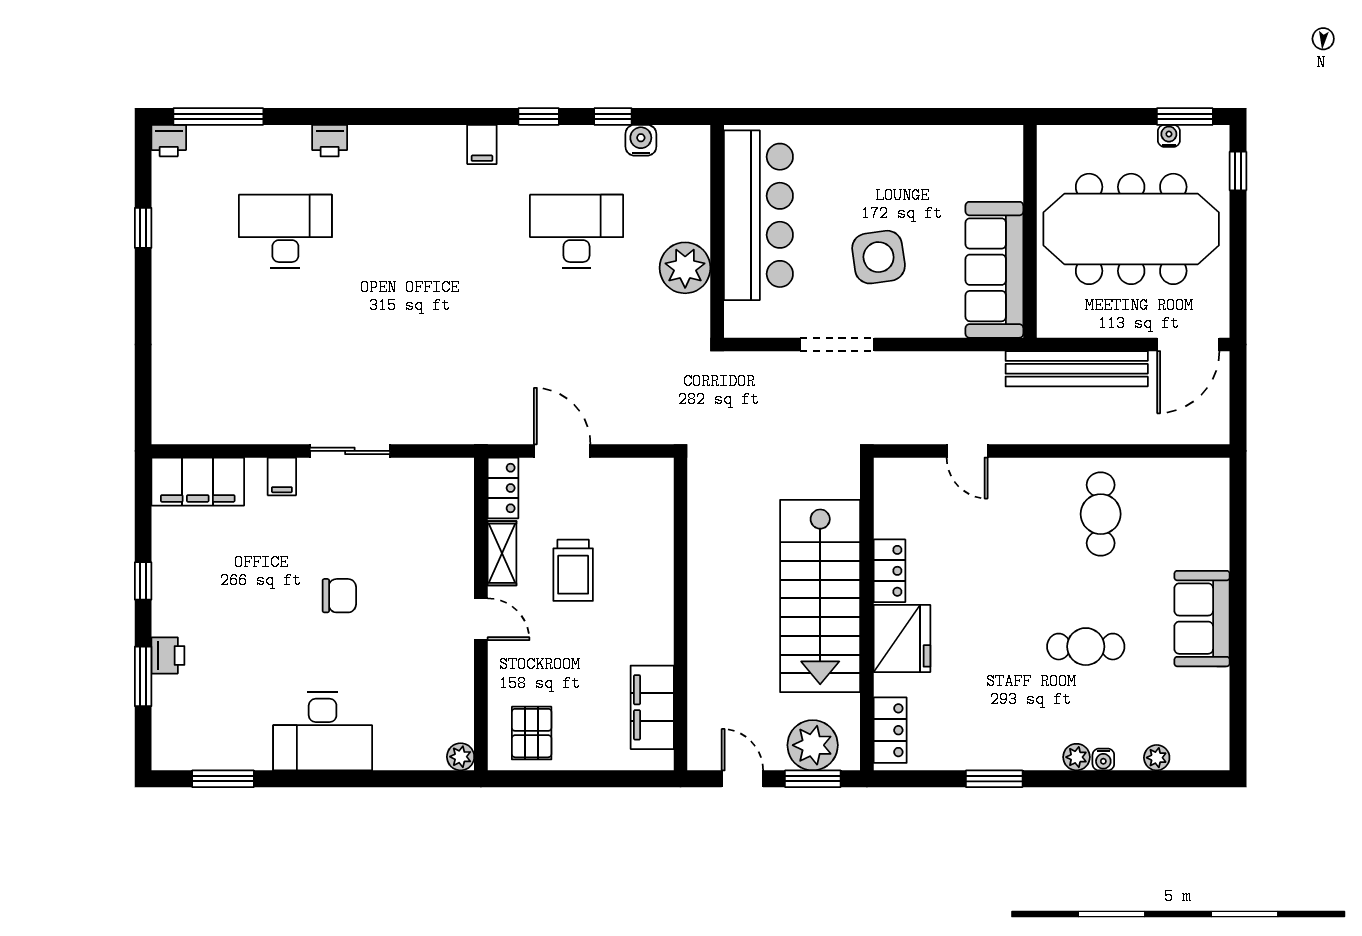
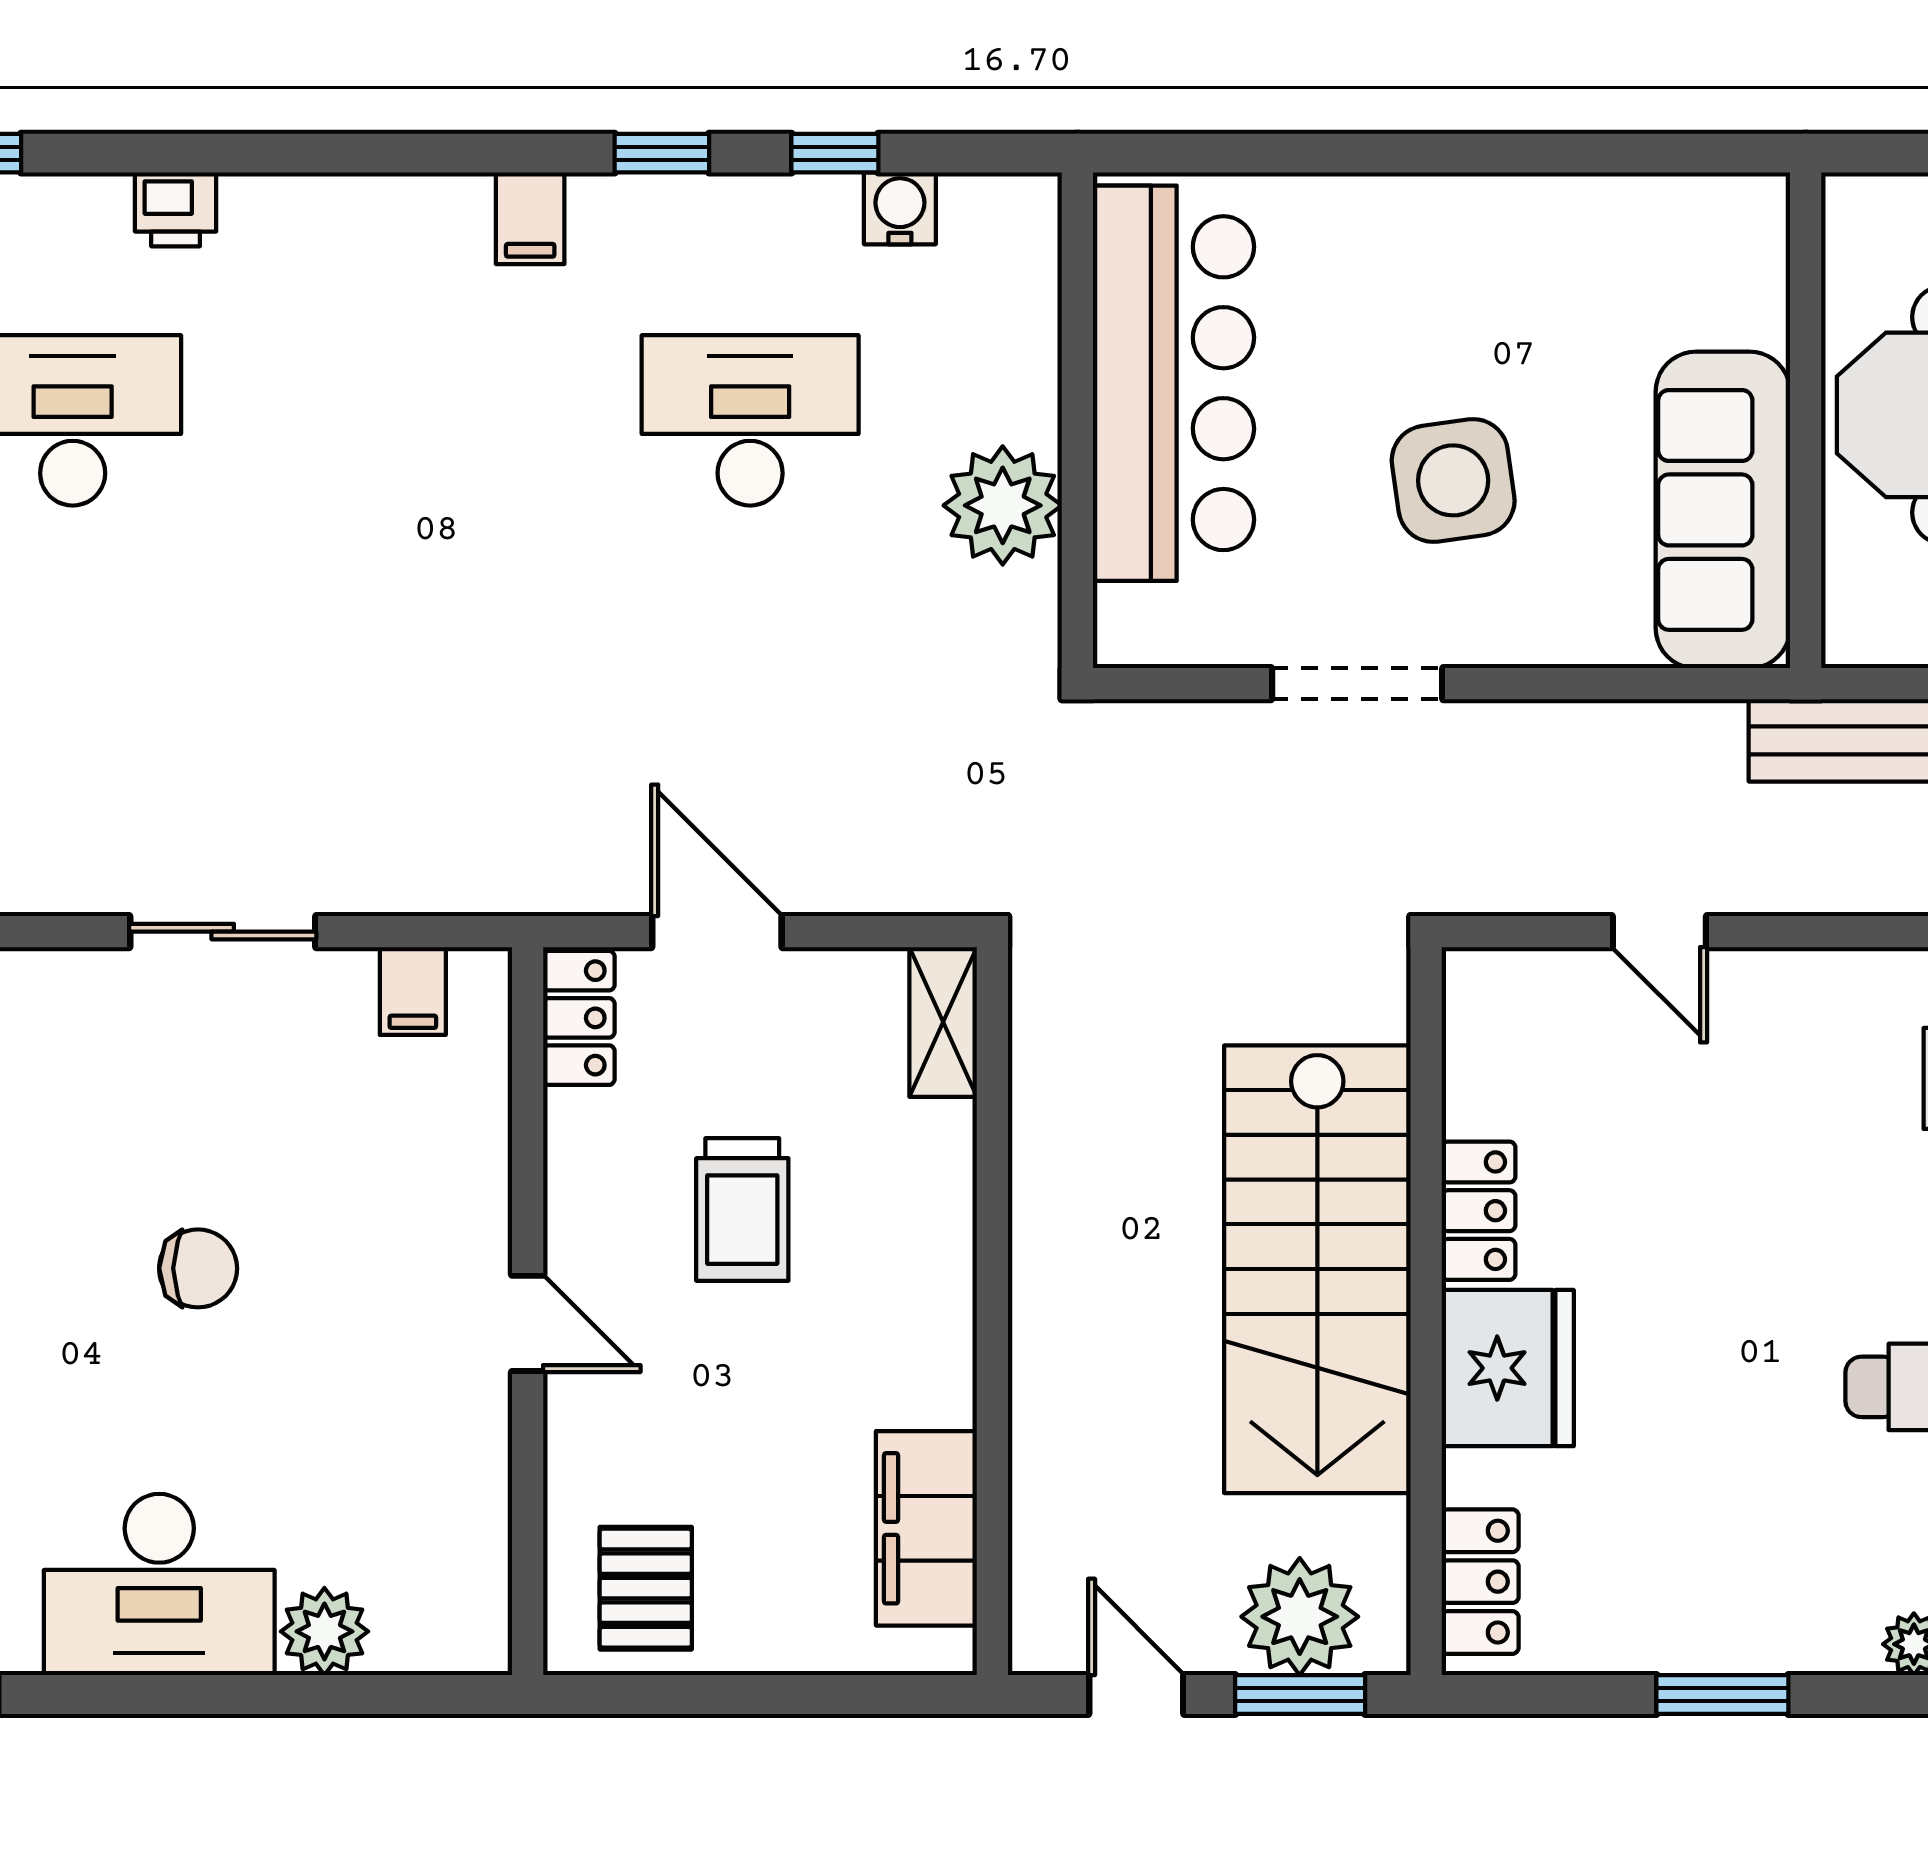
filing cabinet: (282, 476) -> (413, 991), moved
shelving: (502, 553) -> (943, 1022), moved
plant: (461, 757) -> (324, 1631), moved, width x1.38, depth x1.38

